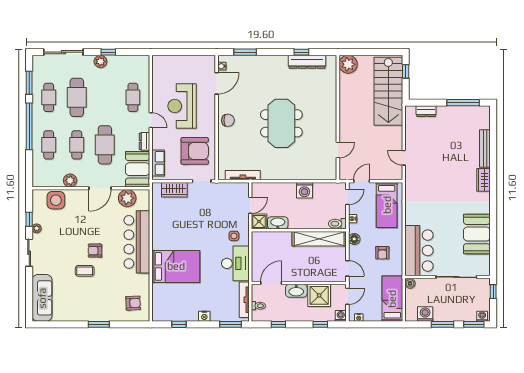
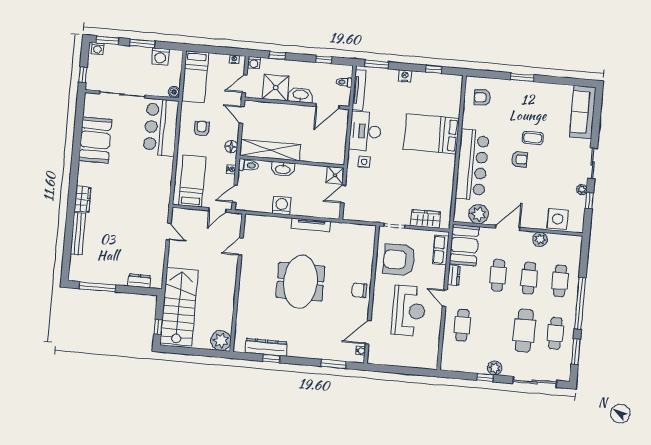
cafe table: (105, 145) -> (498, 275), width x0.73, depth x0.74
tv unit: (243, 175) -> (311, 225), moved
washbasin: (278, 223) -> (283, 169), moved

